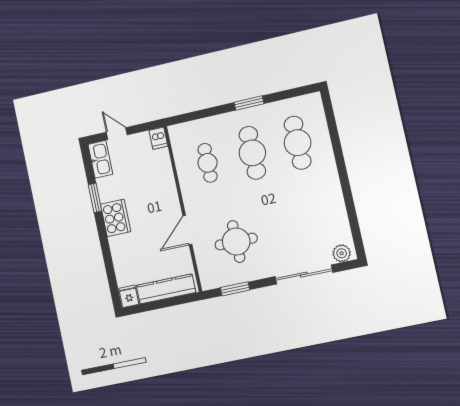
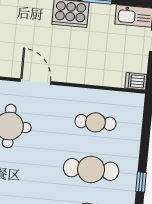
window: (249, 103) -> (141, 182), width x0.67

